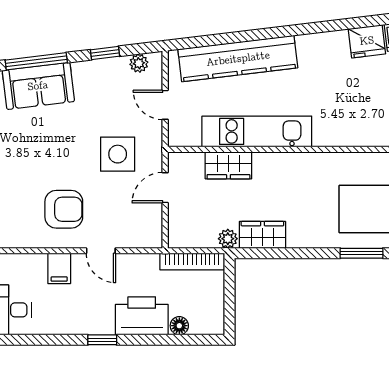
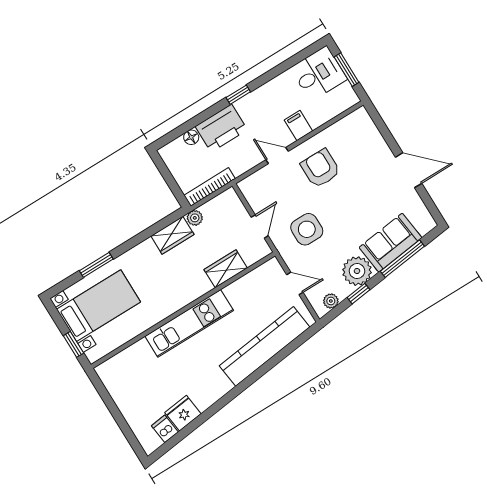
plant: (92, 78) -> (357, 271), added
kitchen unit: (257, 131) -> (189, 323), moved
armchair: (64, 209) -> (320, 168), turned 90

